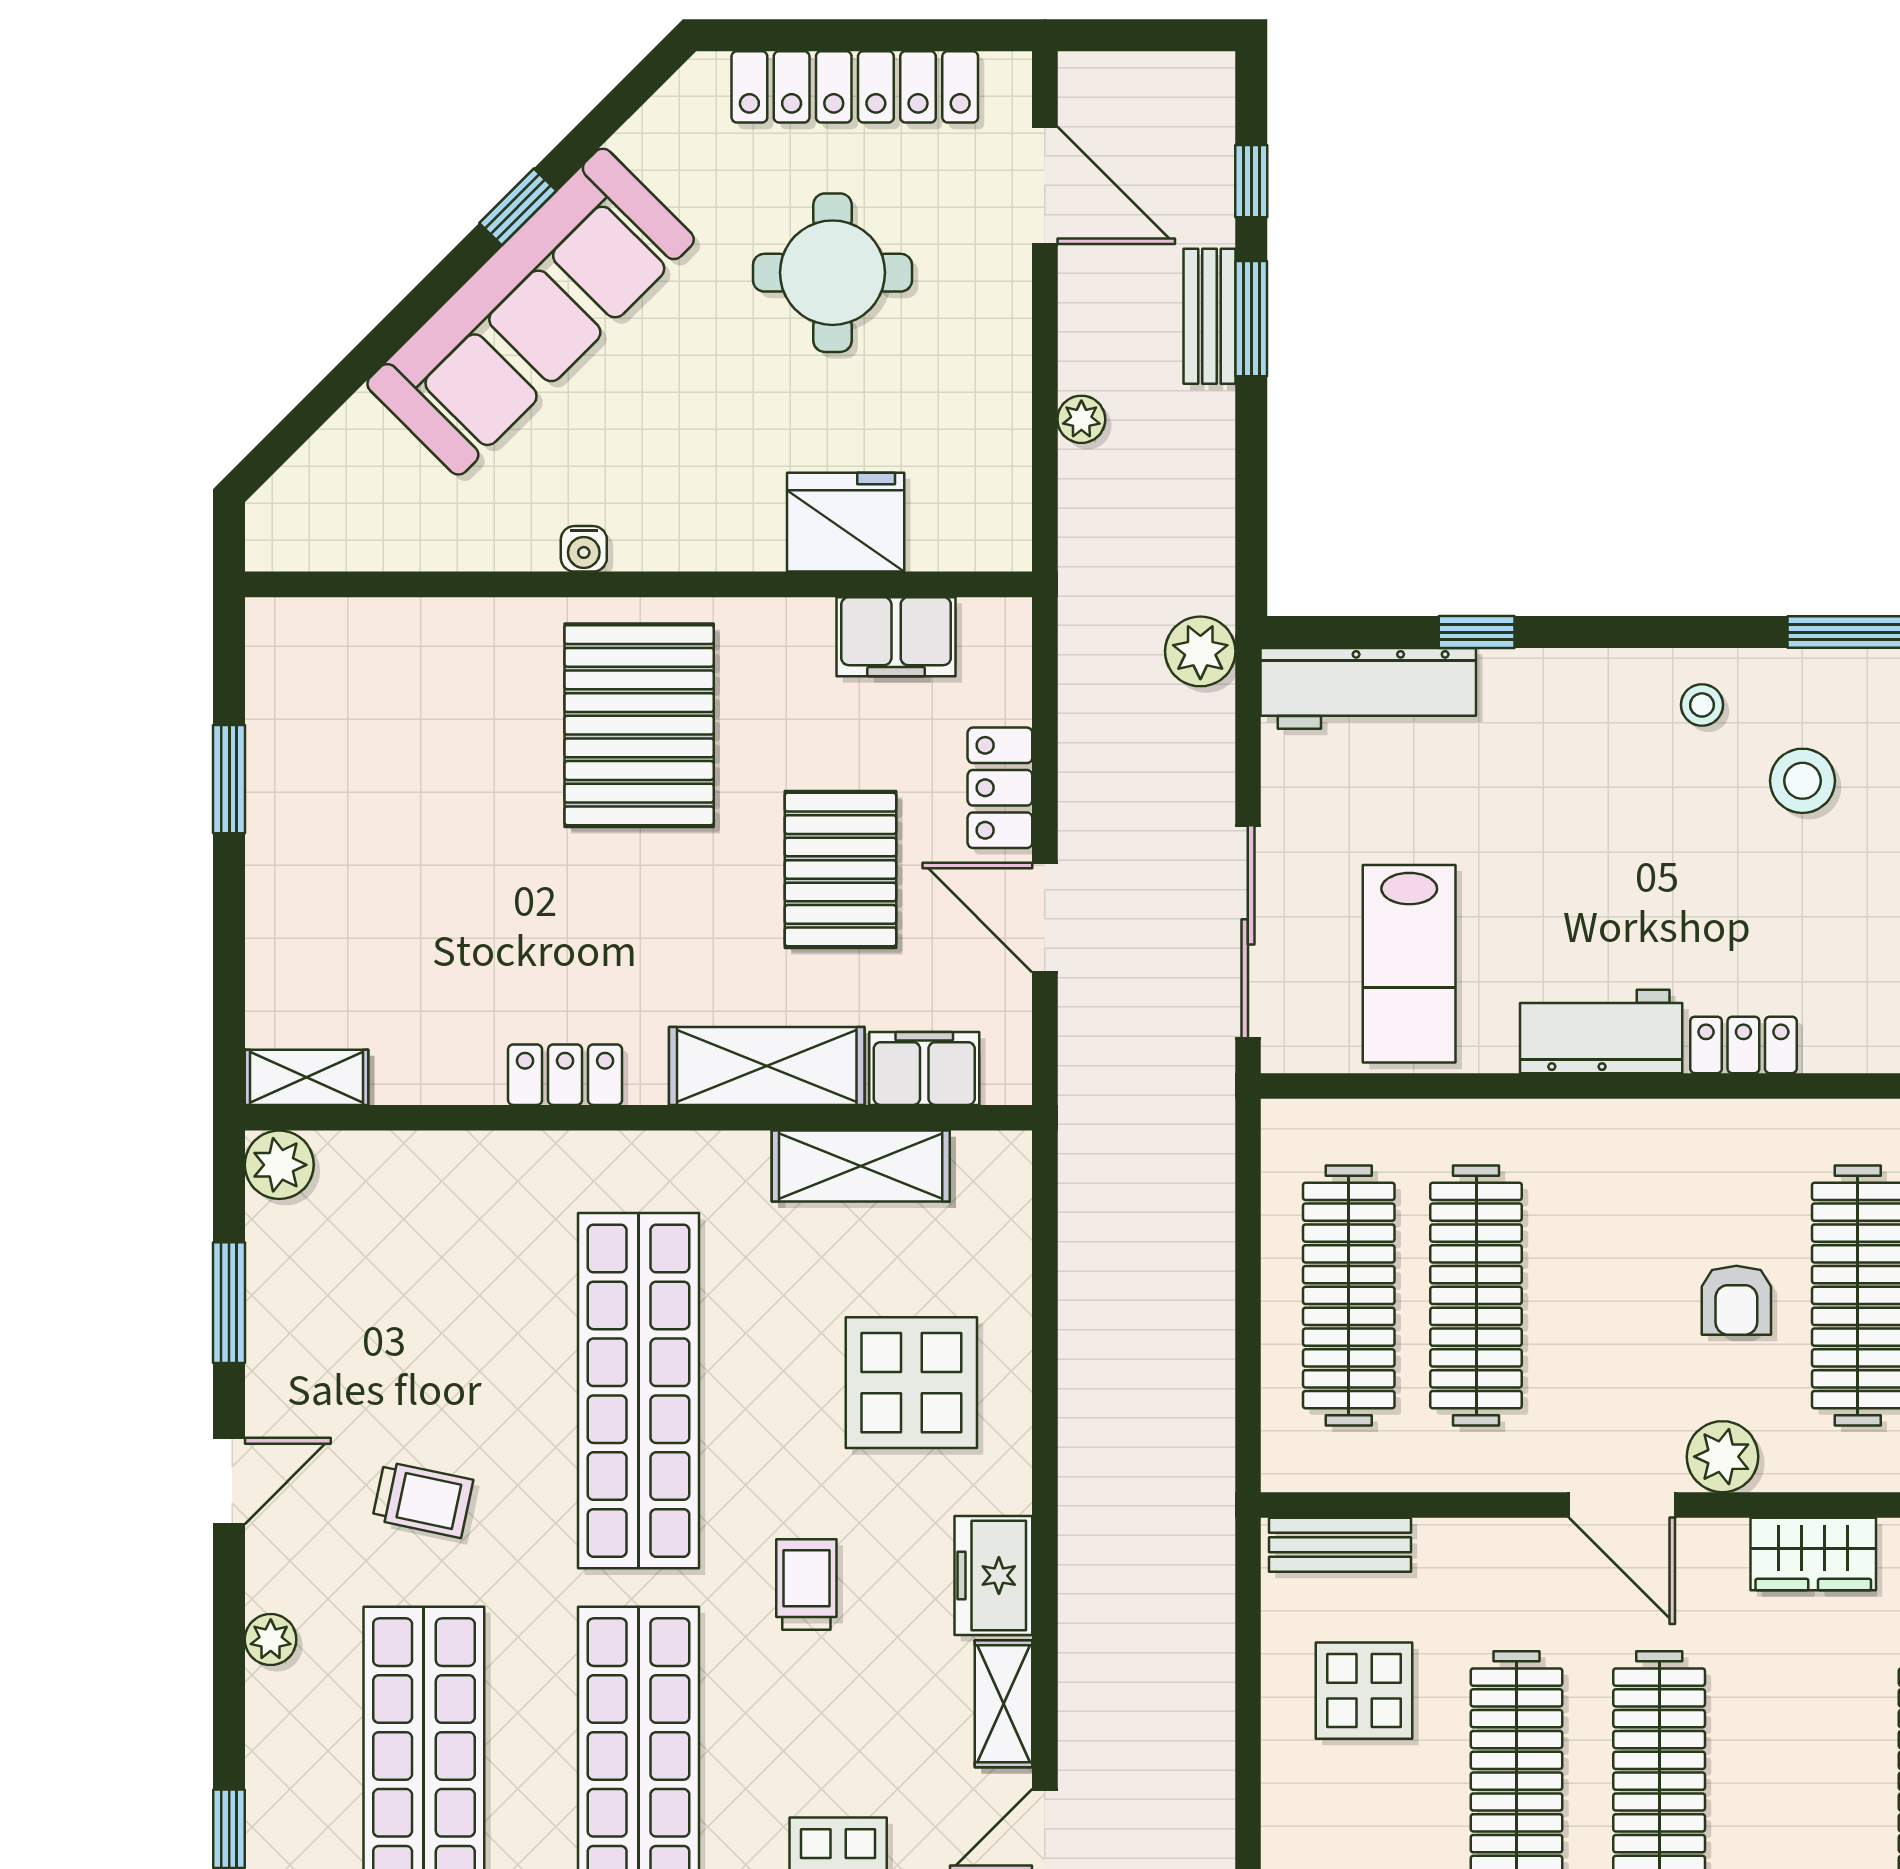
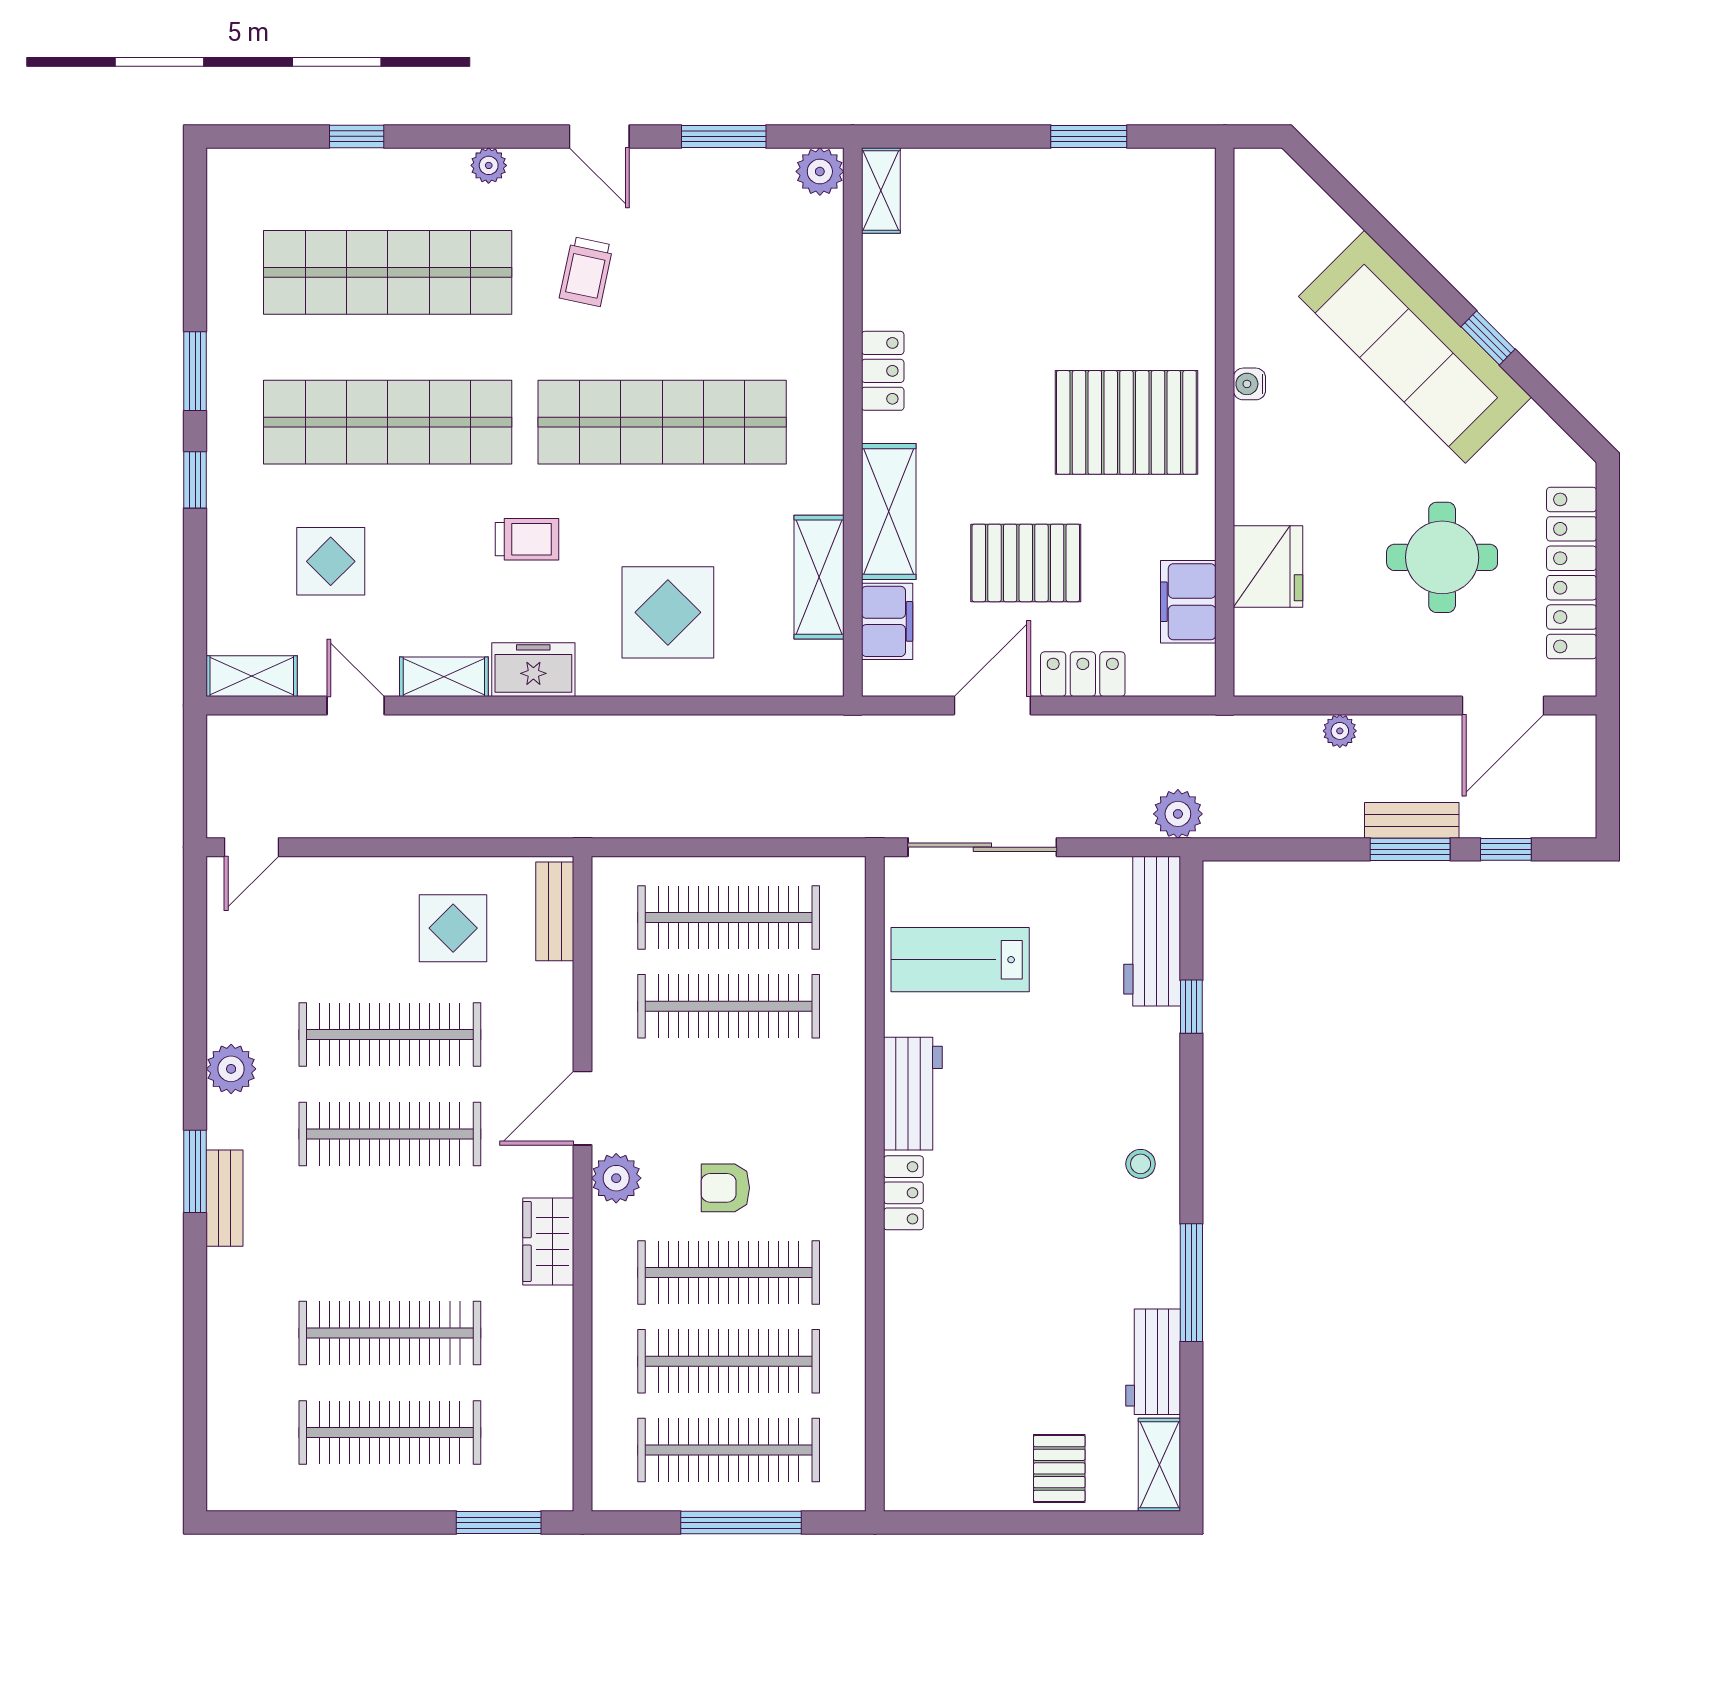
stool: (1802, 781) -> (1088, 1234), removed

